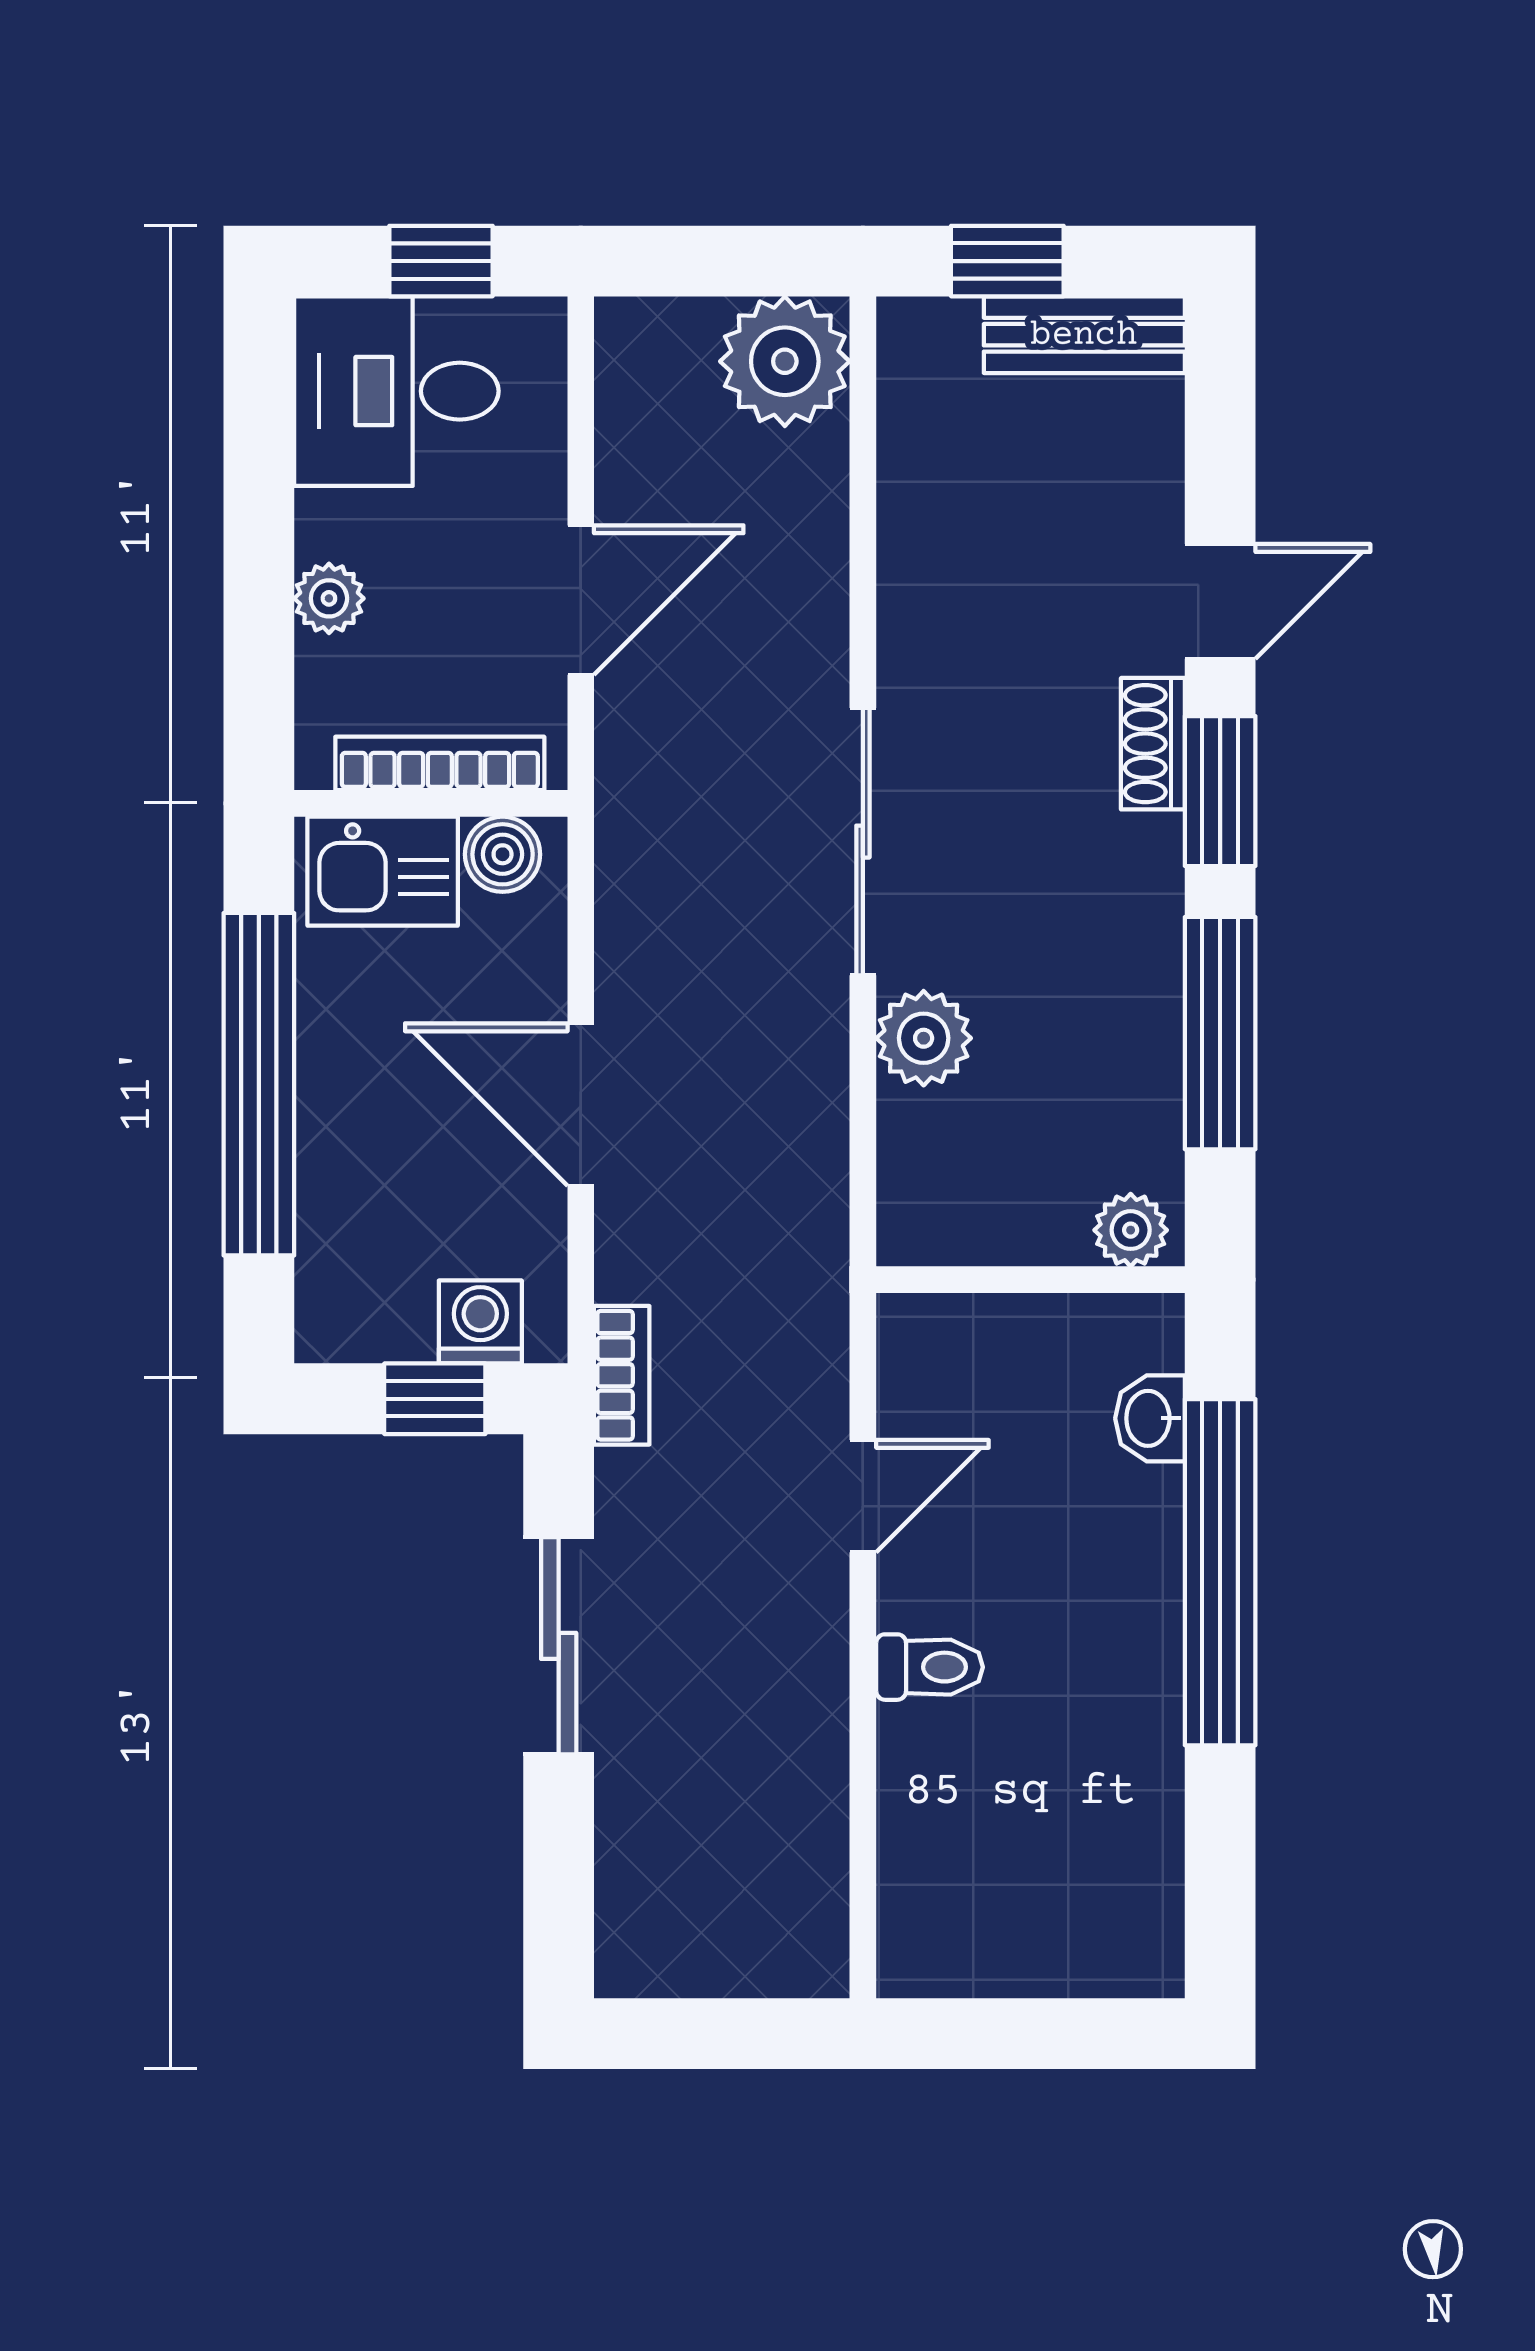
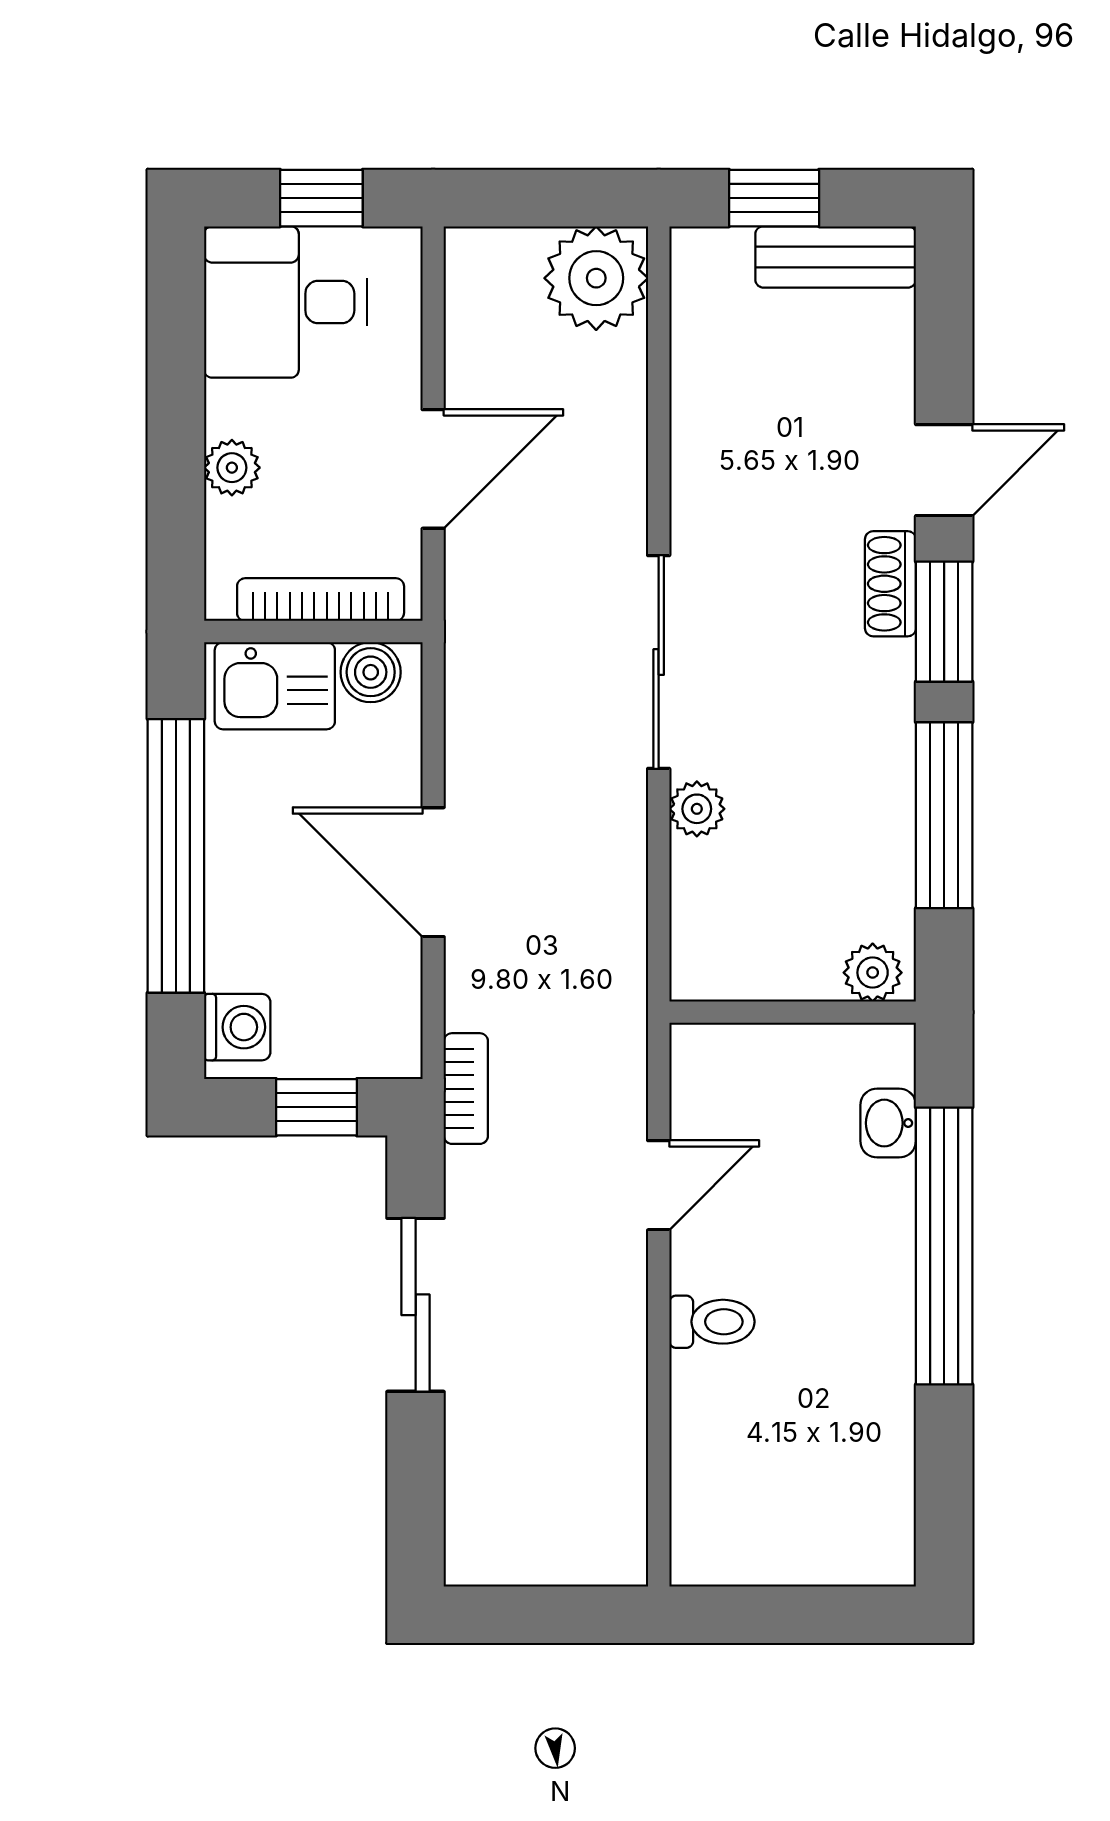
plant: (924, 1038) -> (697, 809), width x0.73, depth x0.73
washing machine: (480, 1322) -> (237, 1027), moved, turned 90

